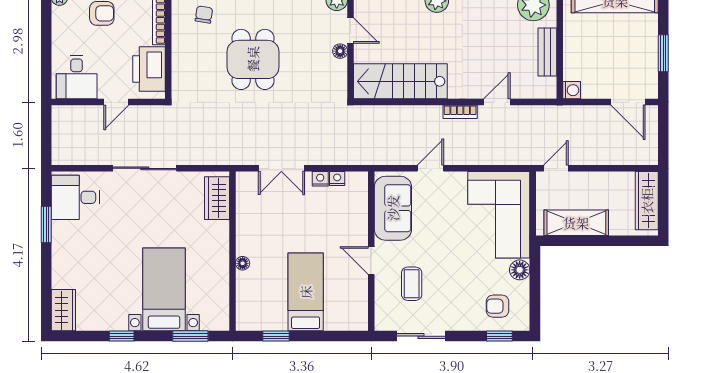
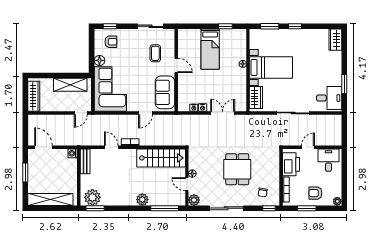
bench: (547, 52) -> (85, 161), moved
door: (497, 102) -> (111, 147), swing flipped
bed with nightstands: (164, 289) -> (271, 67), moved, turned -90
window: (122, 336) -> (295, 26), moved

